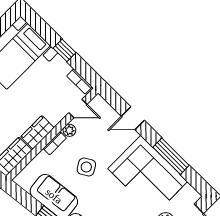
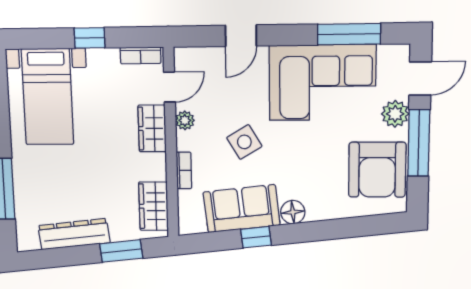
wardrobe: (37, 132) -> (152, 128), moved
bookcase: (55, 143) -> (184, 170), moved
window: (171, 156) -> (349, 34), moved

